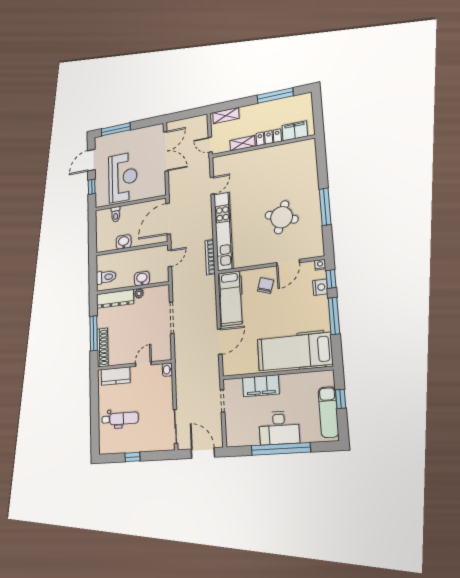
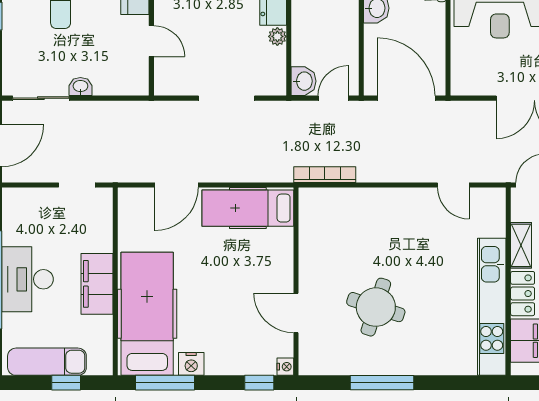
kitchen unit: (223, 231) -> (492, 307), moved, turned 90
door: (170, 258) -> (333, 98), swing flipped
washbasin: (142, 279) -> (304, 81), moved
chair: (266, 286) -> (262, 271), removed
nightstand: (320, 287) -> (191, 364), moved
window: (334, 316) -> (165, 383), moved
door: (220, 342) -> (176, 185), hinge flipped
washbasin: (167, 370) -> (80, 87), moved
filing cabinet: (261, 386) -> (97, 284), moved

